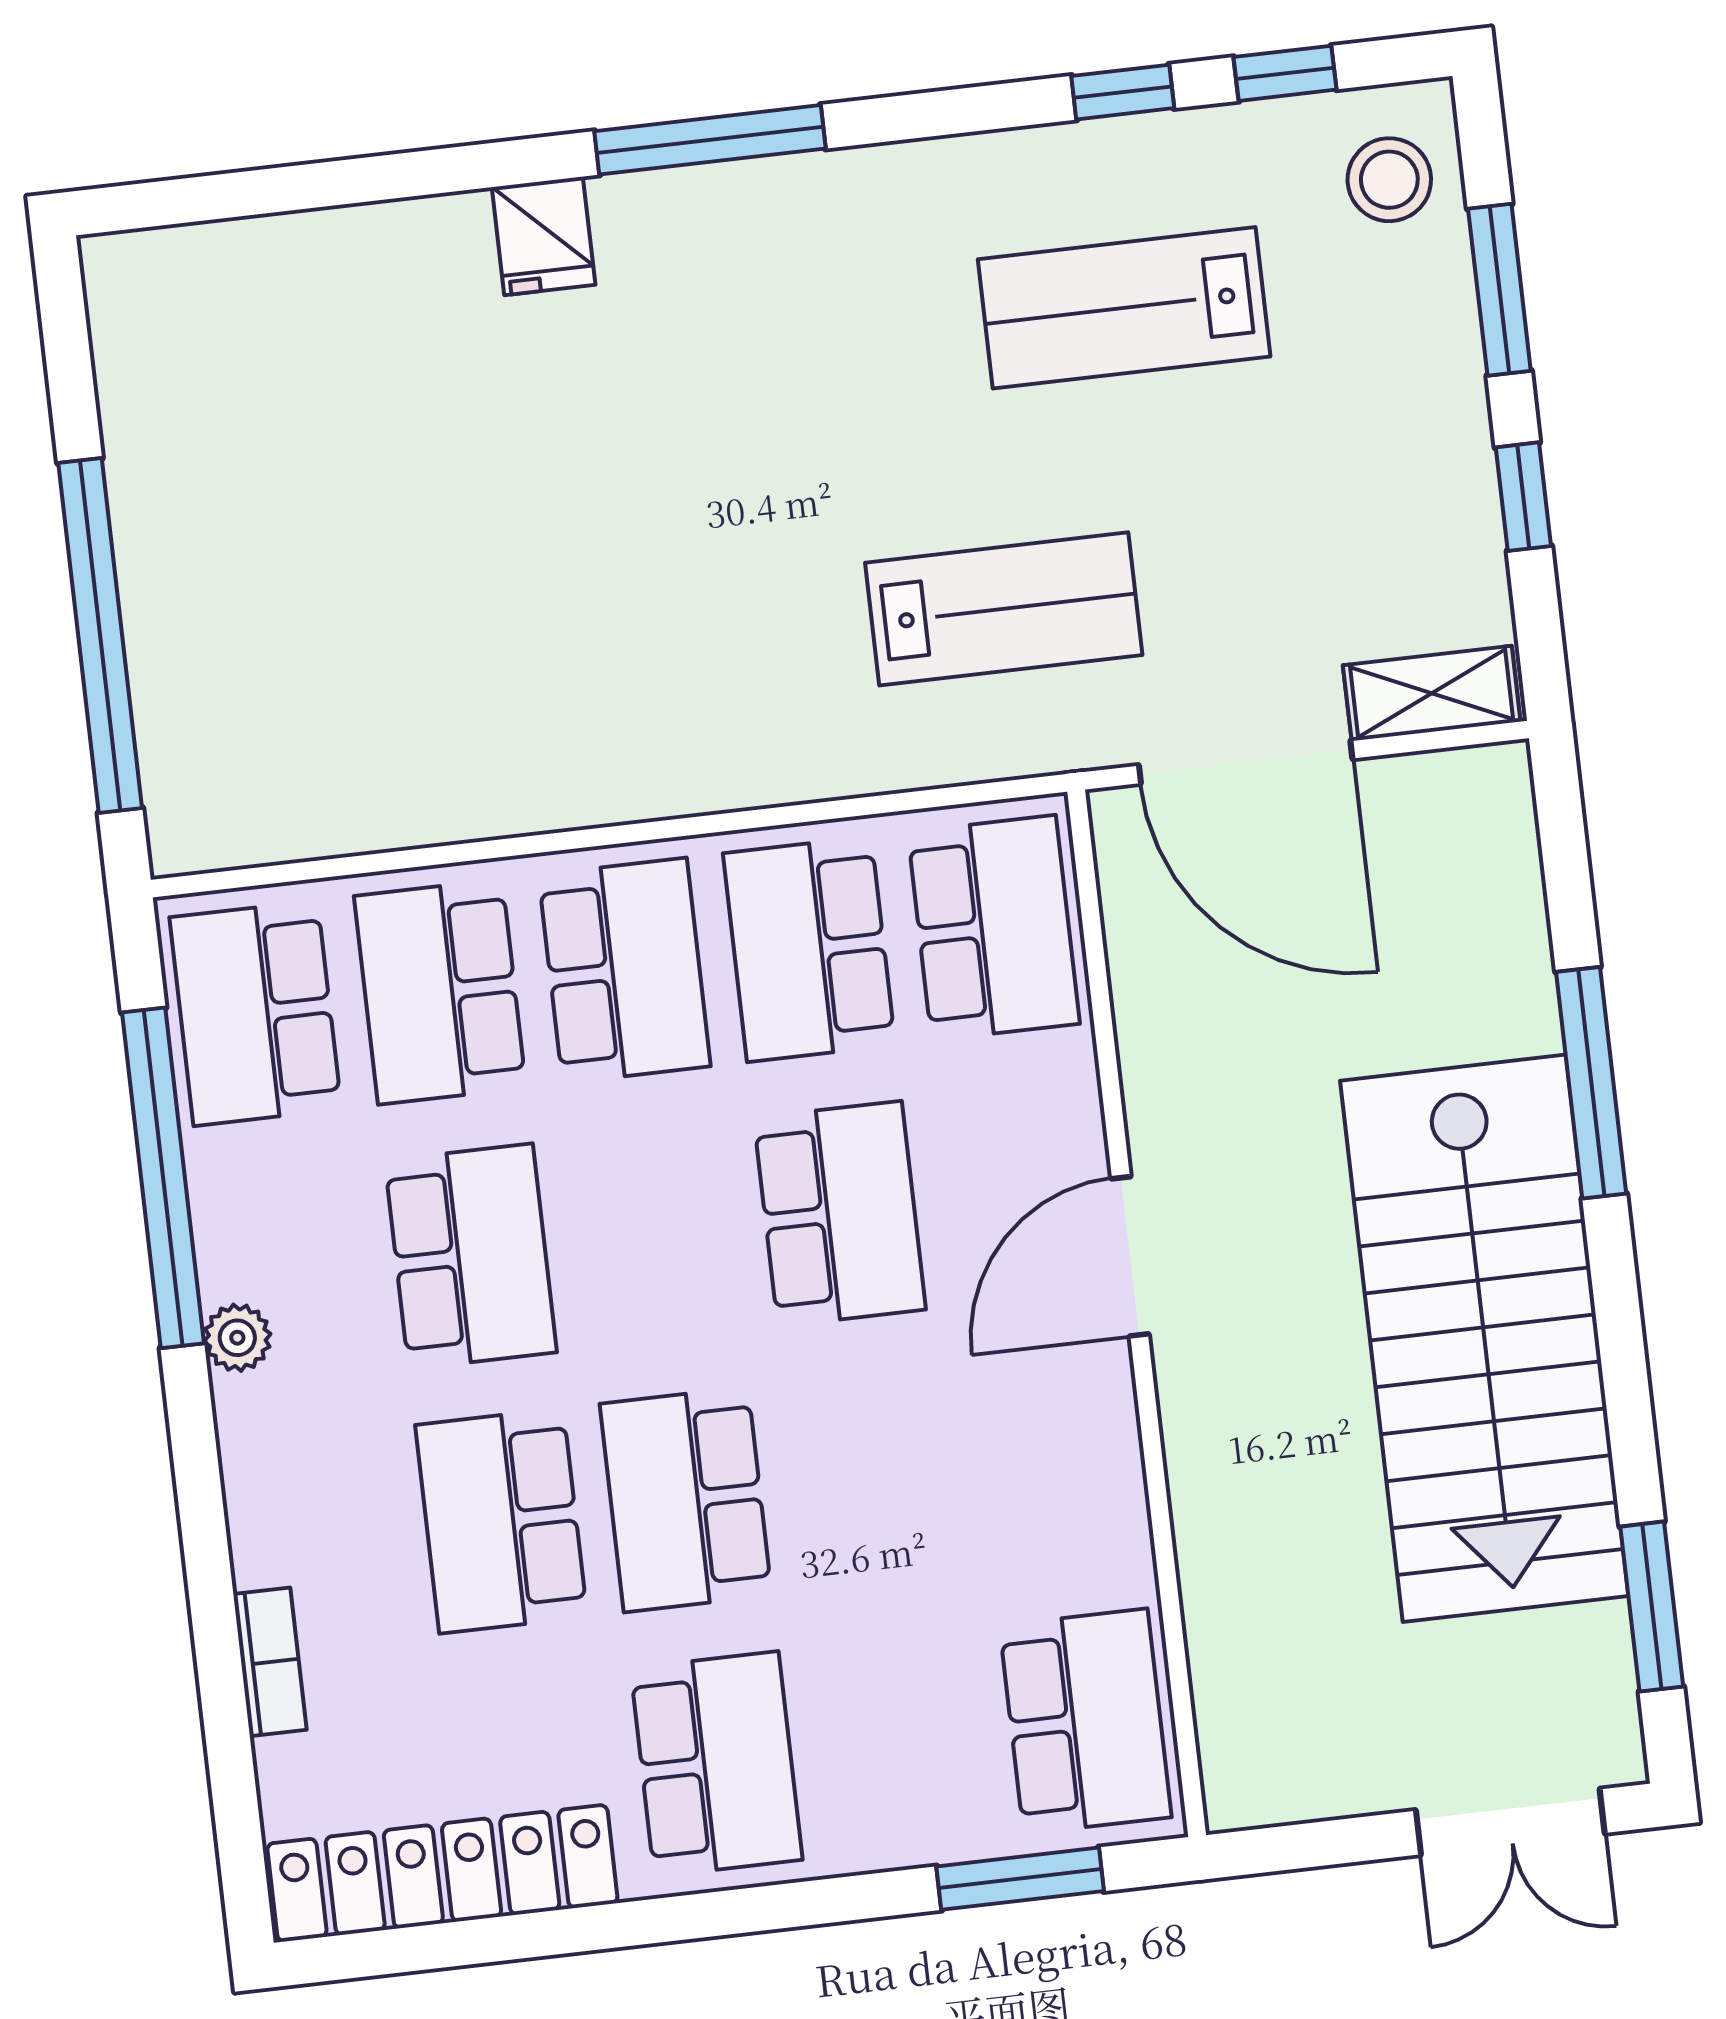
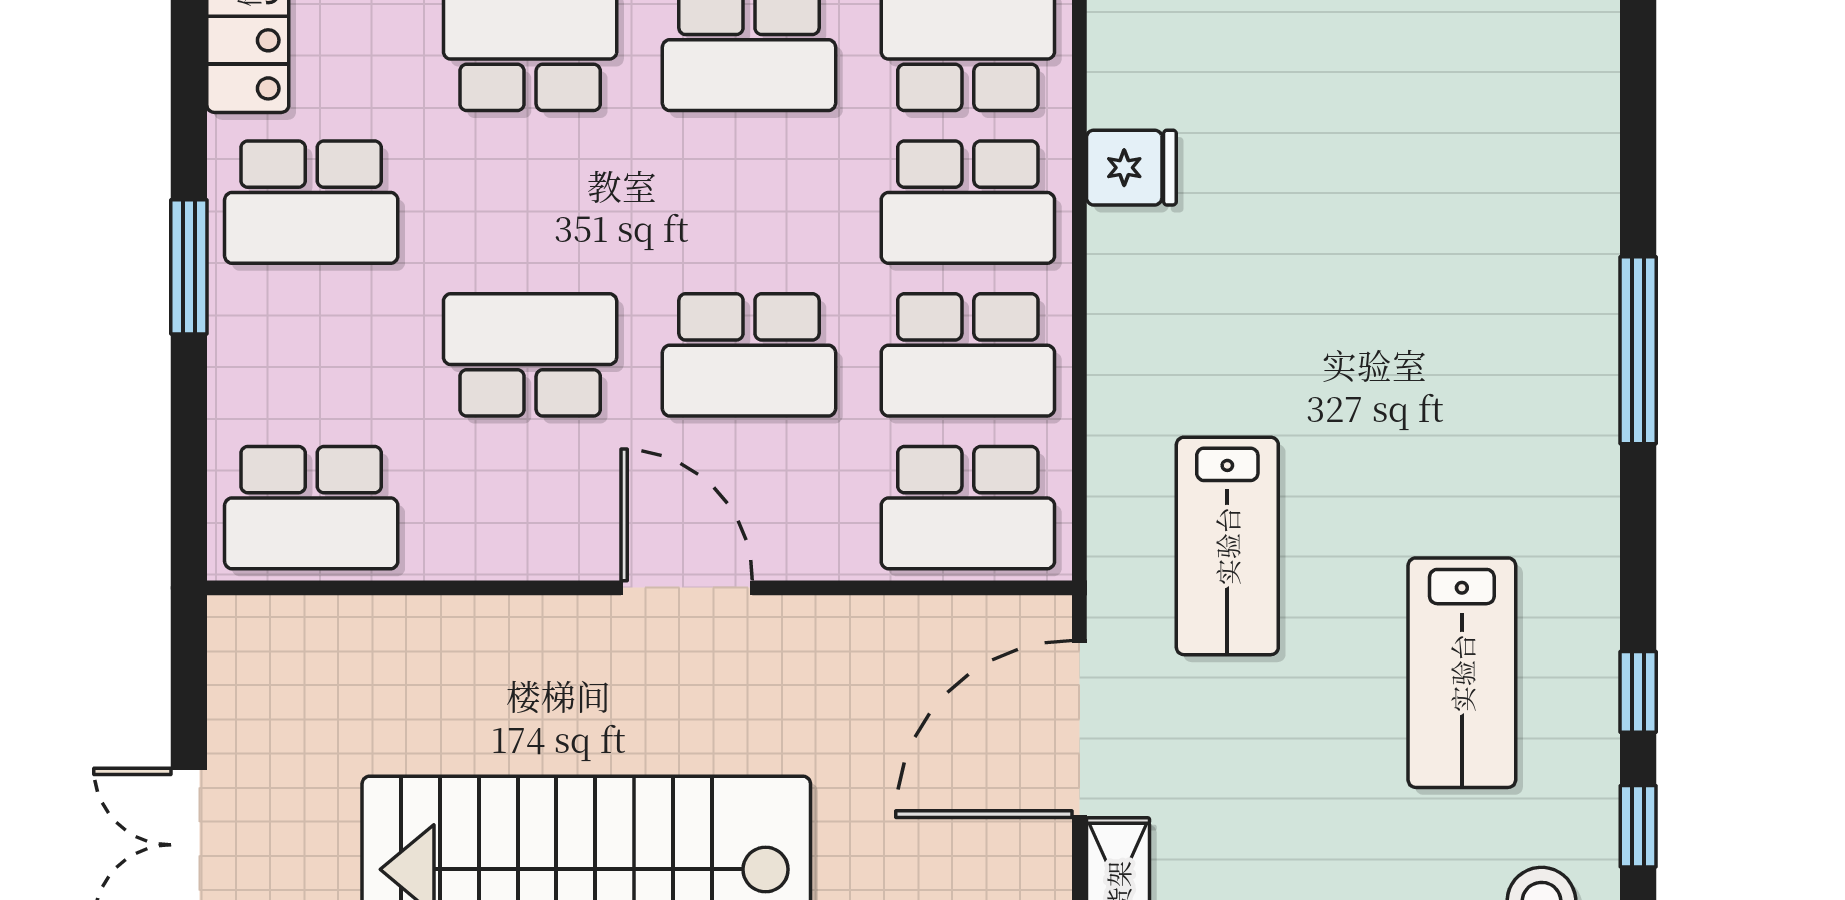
fridge: (544, 236) -> (1131, 168), moved, turned 180
lab bench: (1124, 308) -> (1462, 673), turned 180
school desk: (809, 949) -> (968, 355), turned 180
school desk: (686, 1500) -> (530, 355), moved
window: (1020, 1879) -> (189, 267), moved

